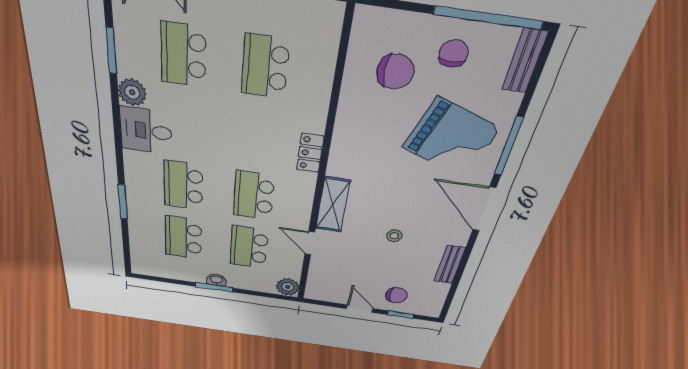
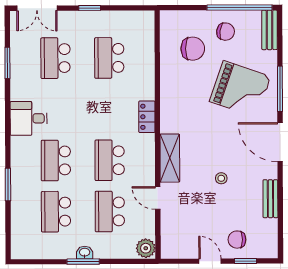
chair: (454, 53) -> (226, 32), turned 98
plant: (132, 92) -> (20, 90), removed
chair: (396, 295) -> (237, 240), turned 180

